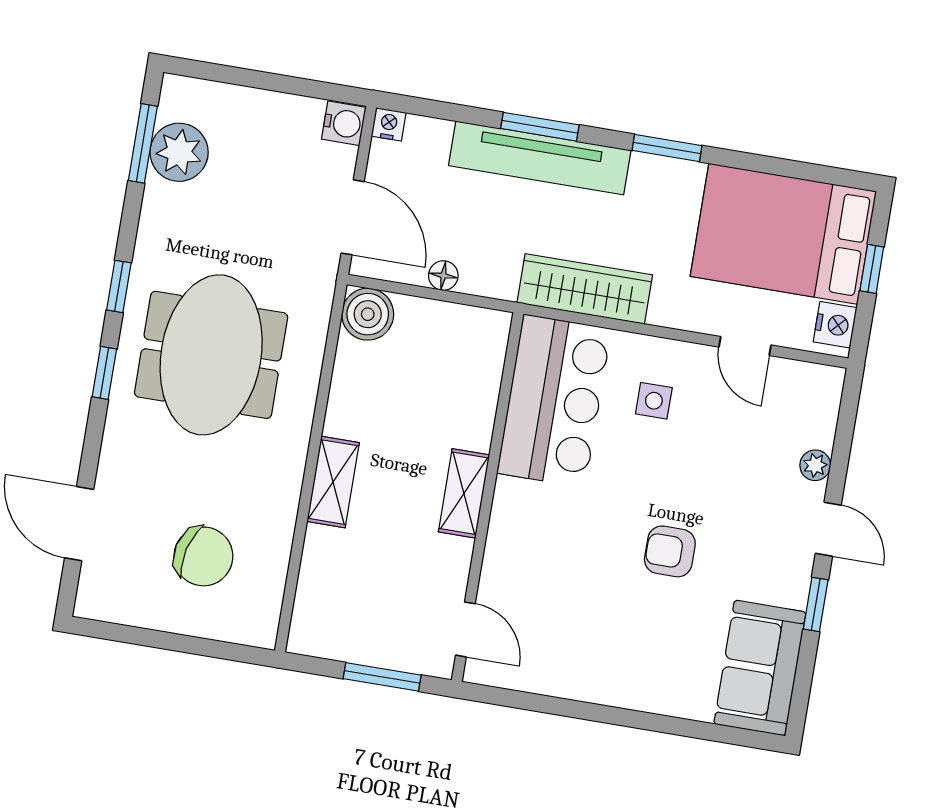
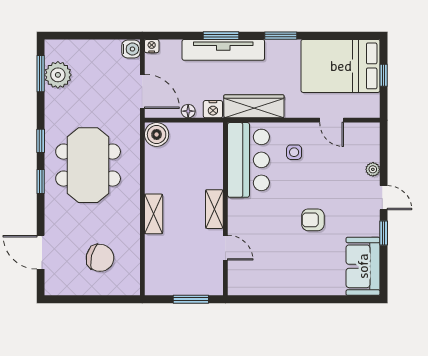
nightstand: (835, 325) -> (213, 109), moved, turned 90
door: (465, 629) -> (225, 248), moved

